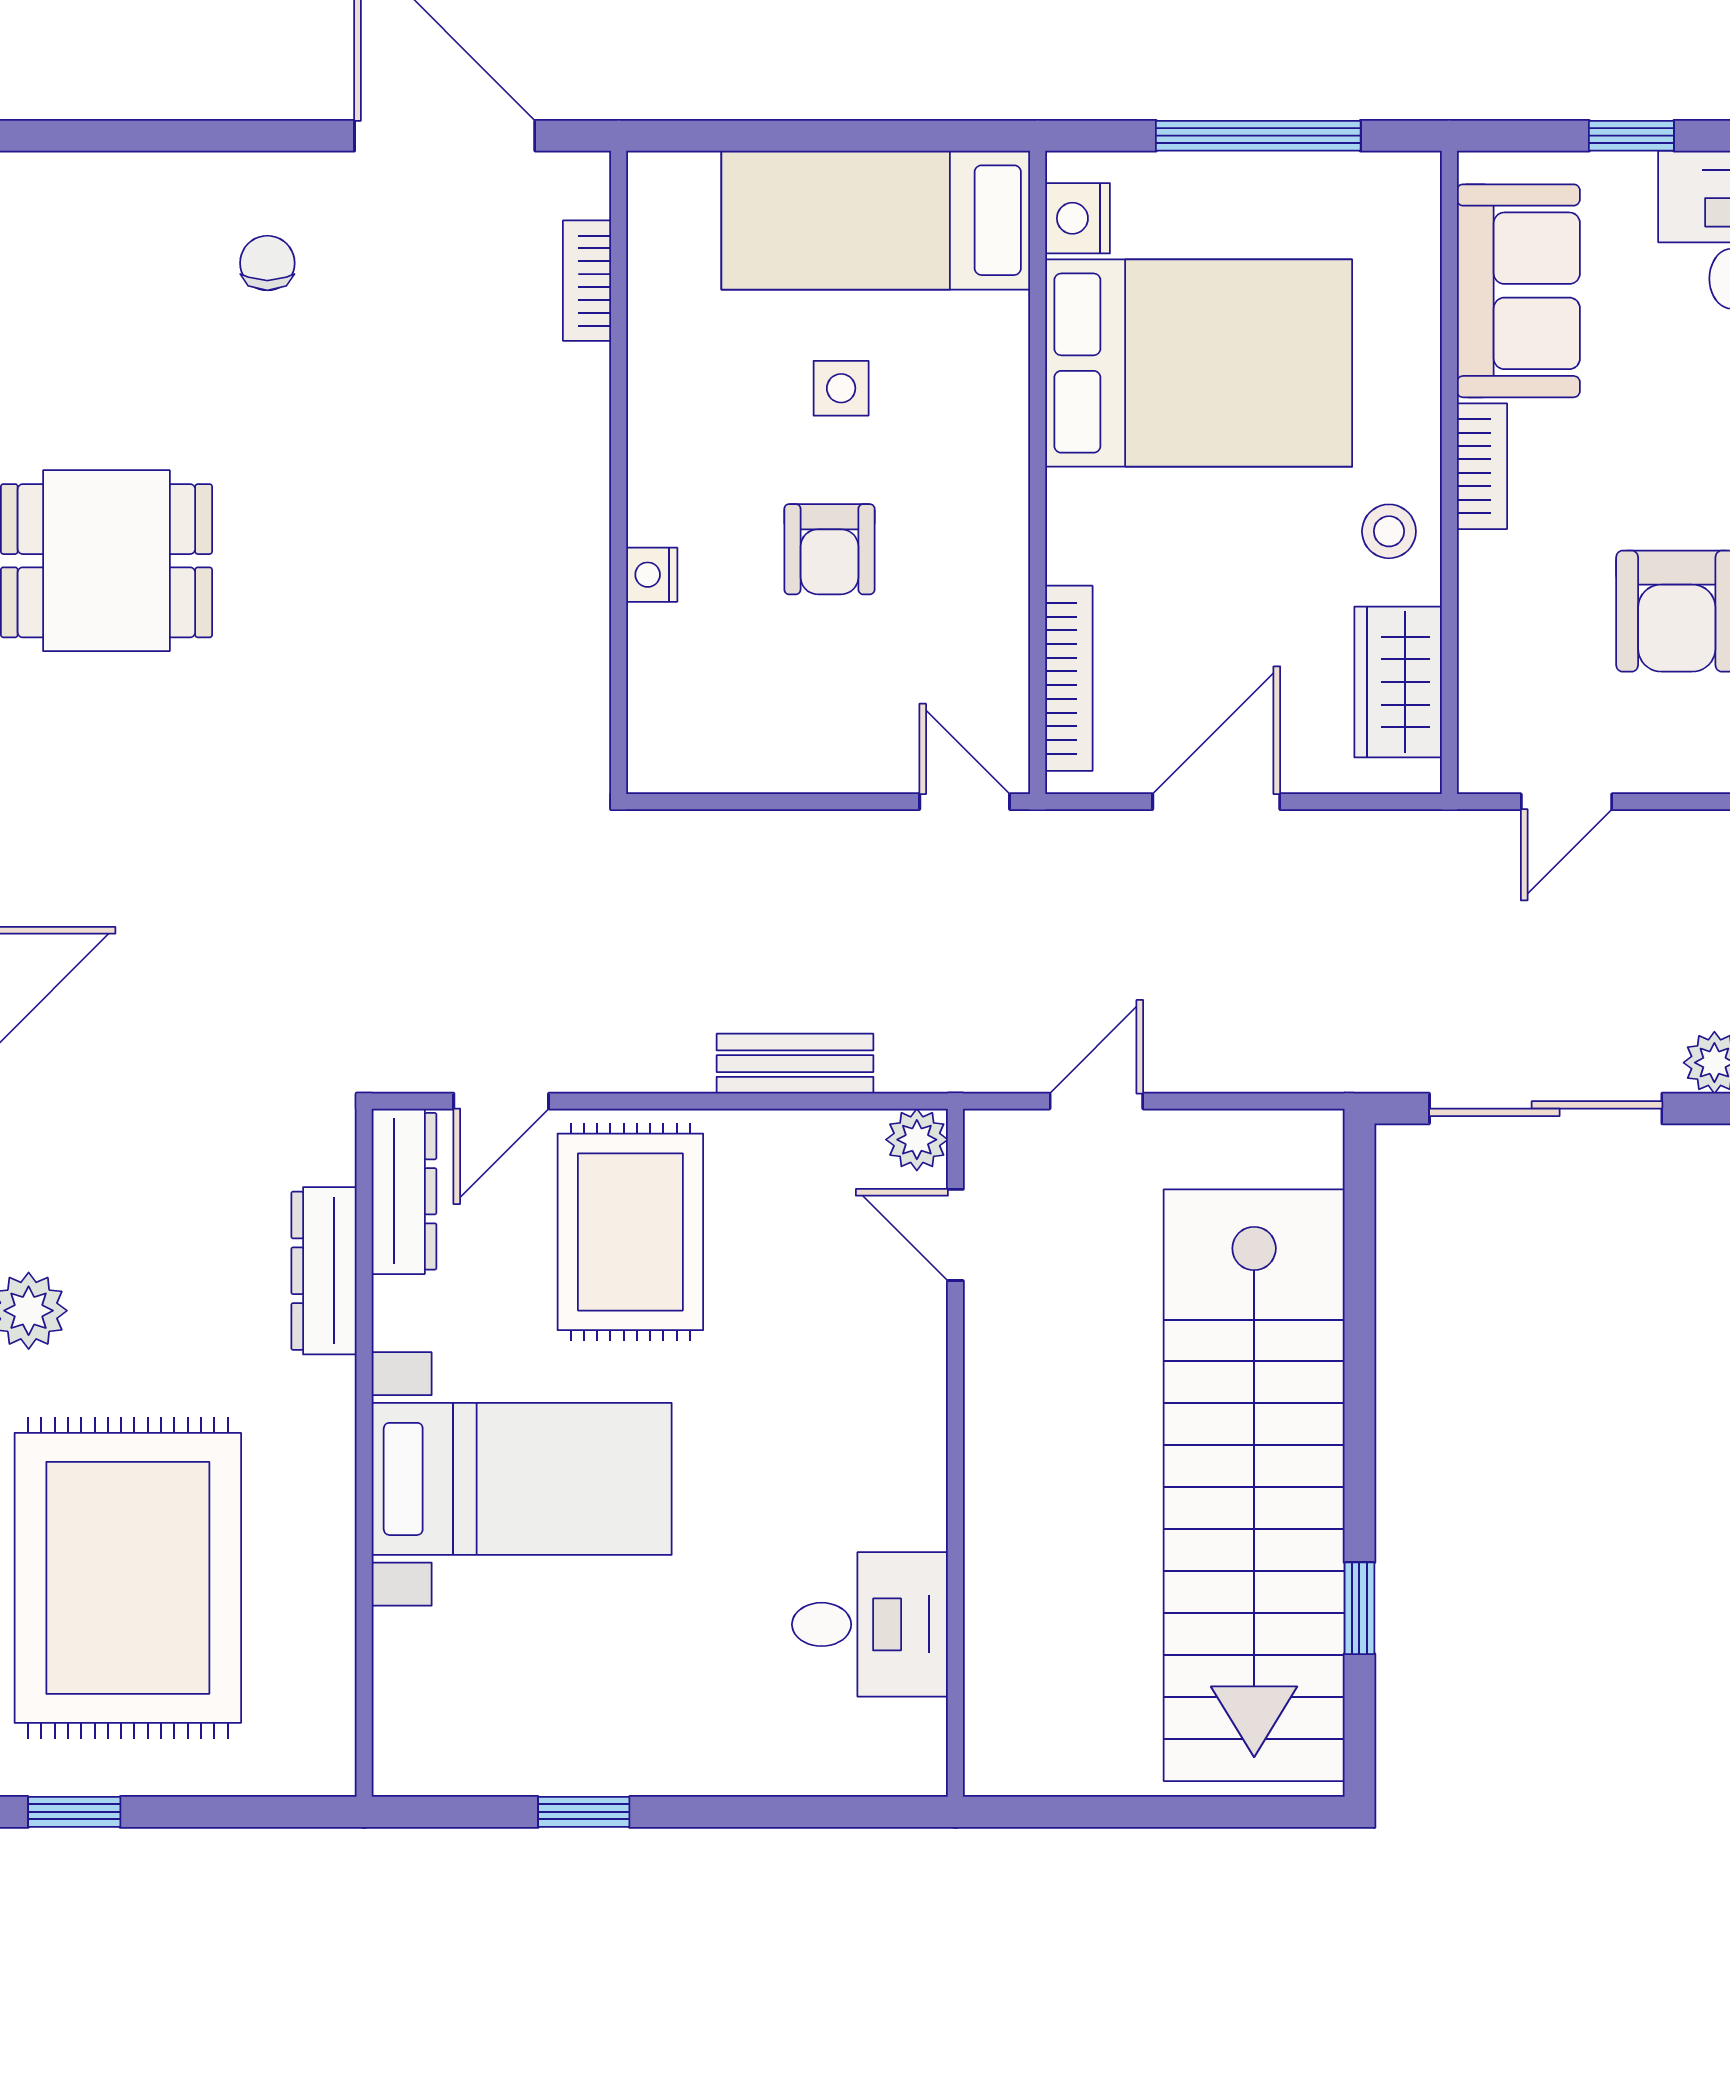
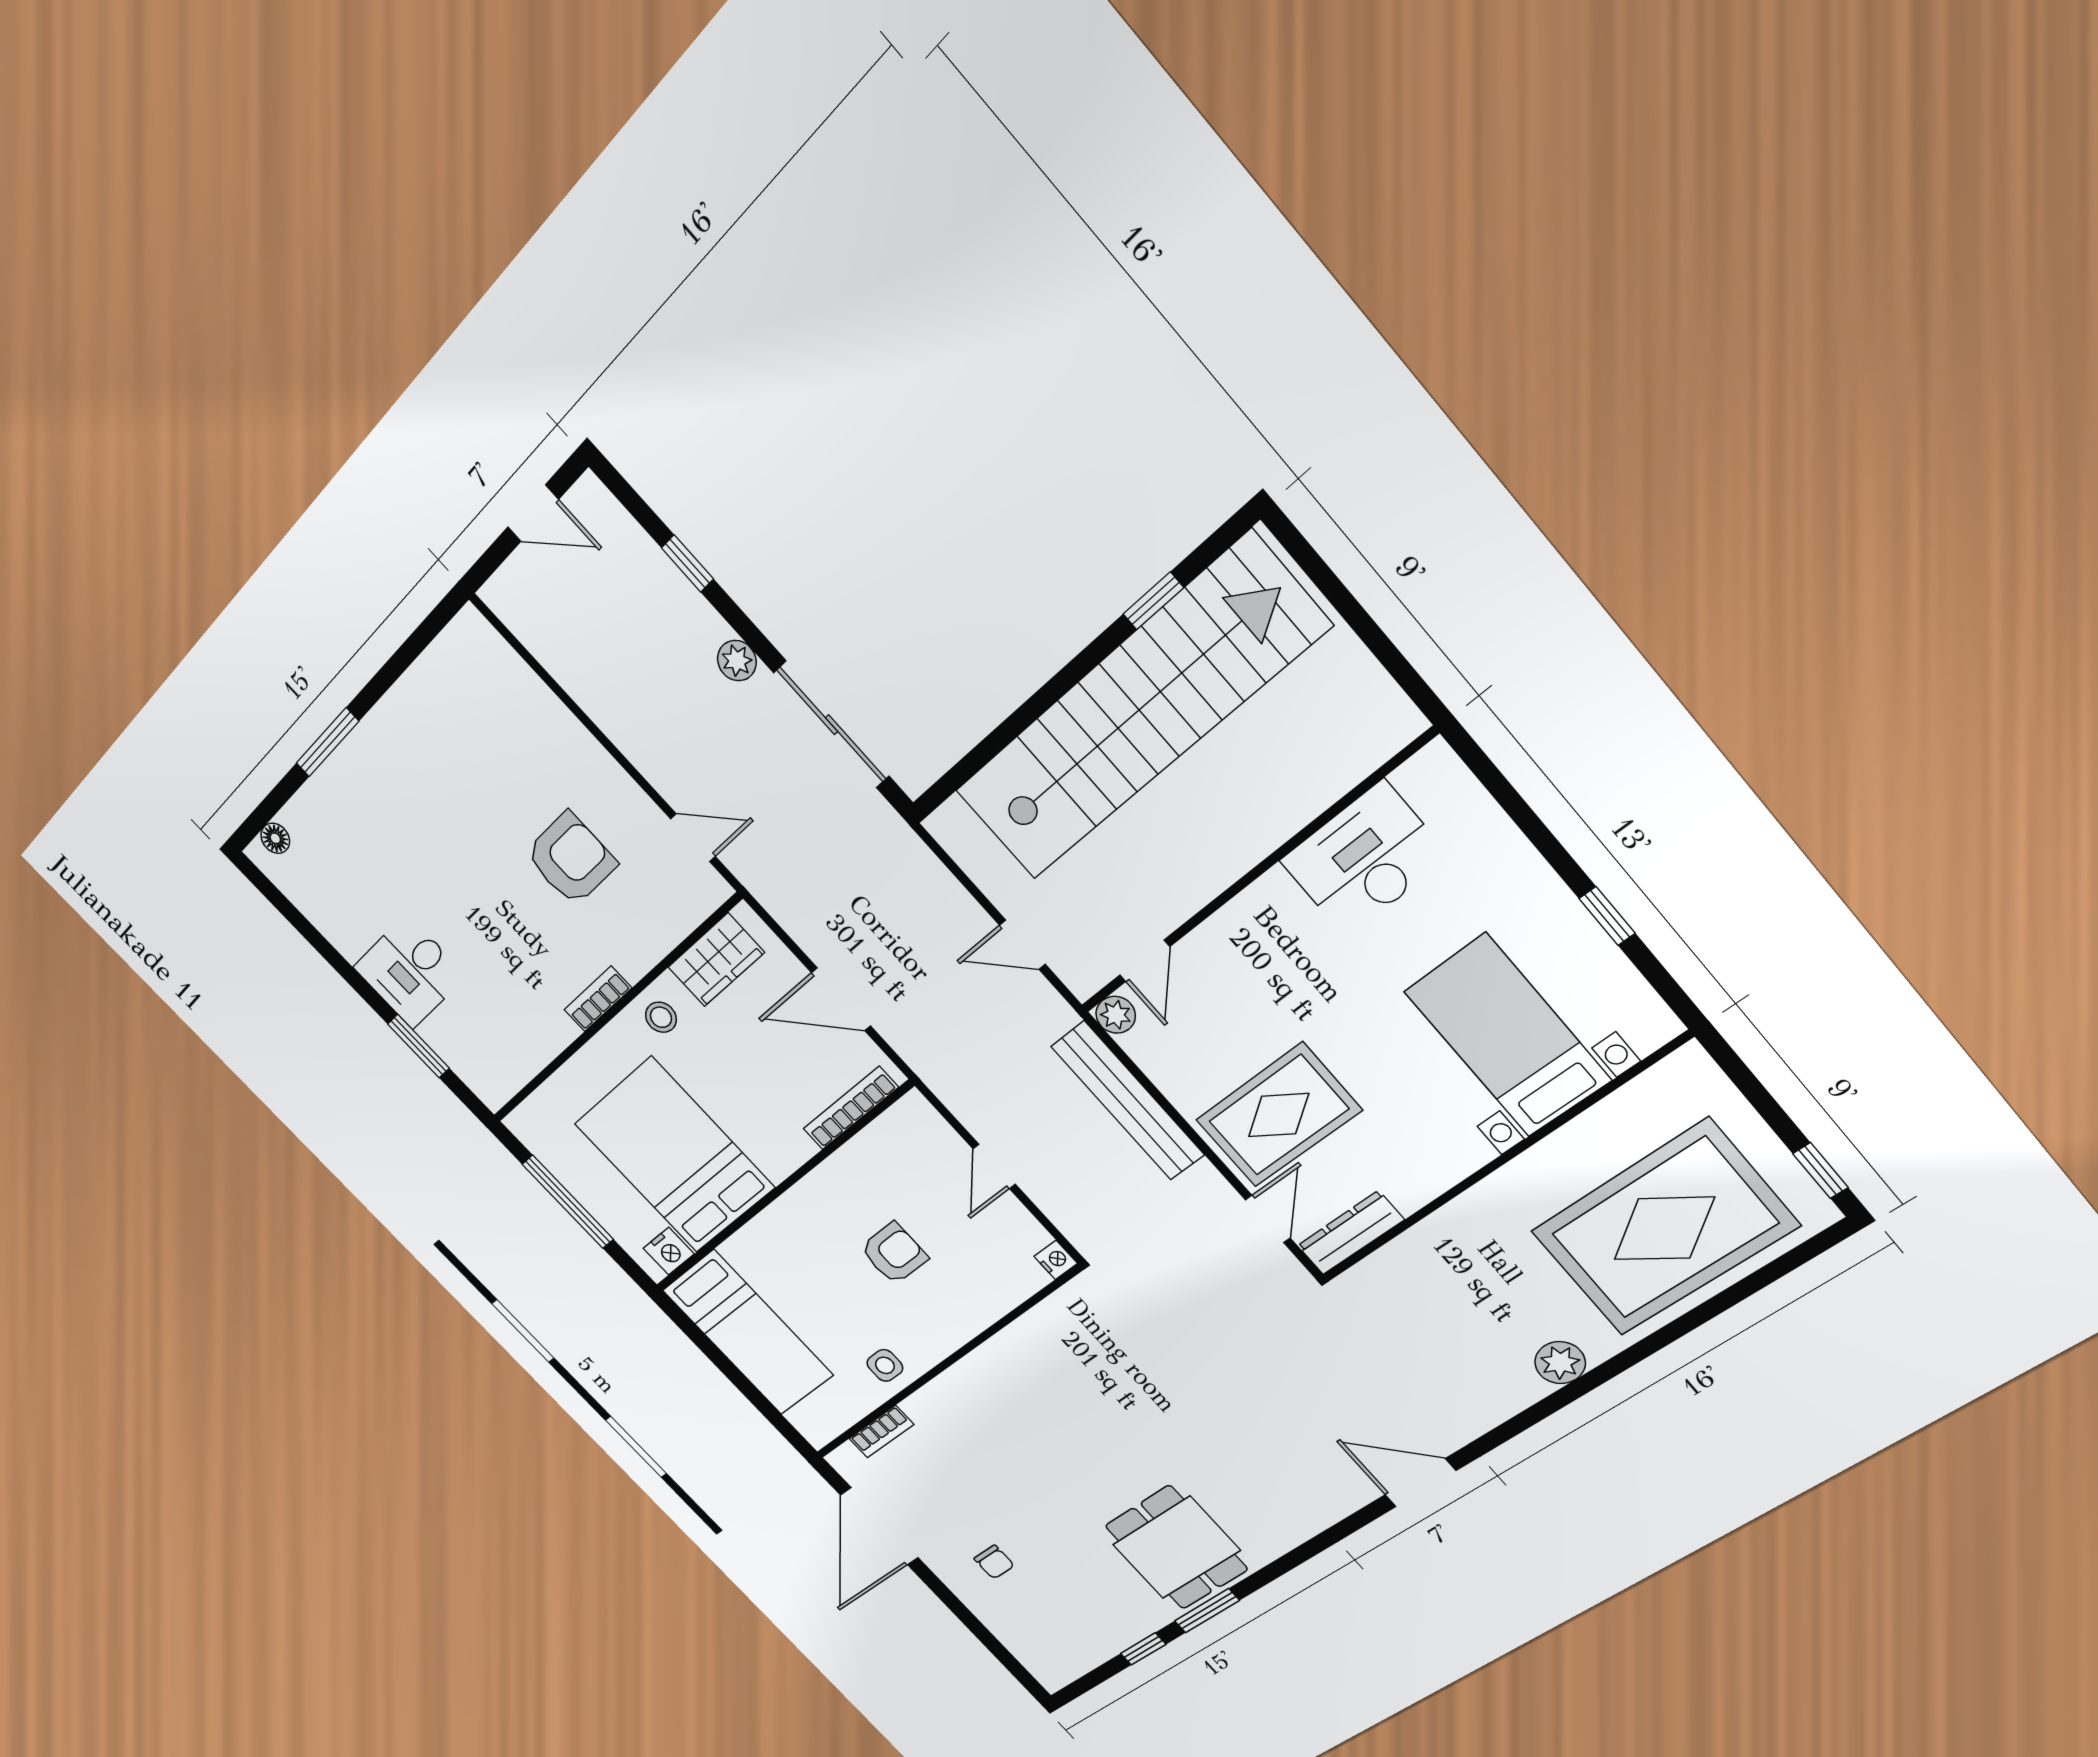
window: (1631, 136) -> (419, 1046), width x1.50
chair: (267, 263) -> (994, 1562), turned -90
sofa: (1518, 291) -> (519, 1043), removed
side table: (841, 388) -> (885, 1365), moved
nightstand: (652, 575) -> (1056, 1260), moved, turned -90
door: (965, 802) -> (994, 1166), moved
bench: (795, 1064) -> (1128, 1101), width x1.86, depth x1.21
door: (501, 1101) -> (1268, 1219), hinge flipped
dresser: (324, 1271) -> (1422, 1242), removed
bed with nightstands: (522, 1479) -> (1508, 1036), moved
desk: (870, 1624) -> (1365, 859), width x1.37

